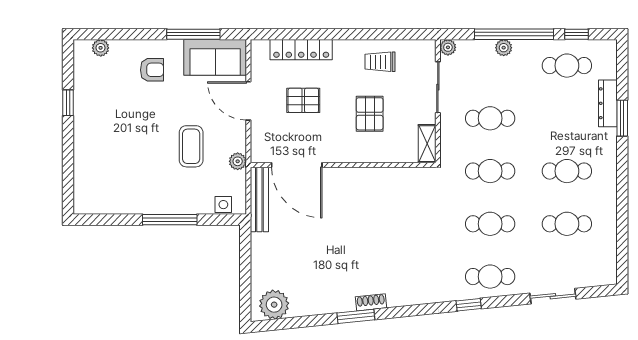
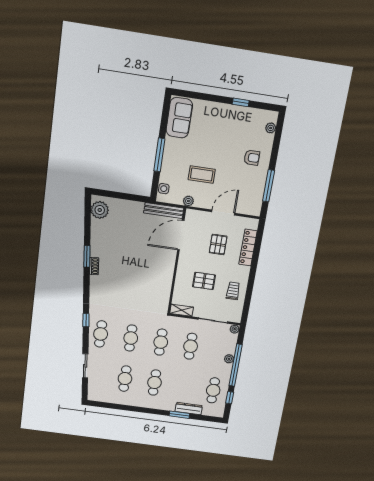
sofa: (215, 57) -> (179, 118), moved, turned 180
armchair: (152, 70) -> (252, 158), turned -90

